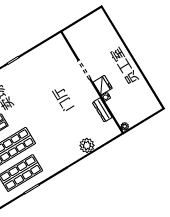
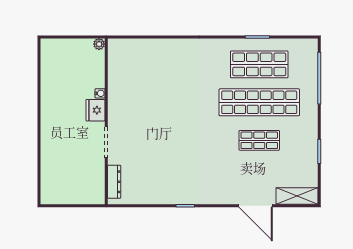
dresser: (102, 110) -> (114, 182), moved
plant: (87, 145) -> (159, 49), removed

